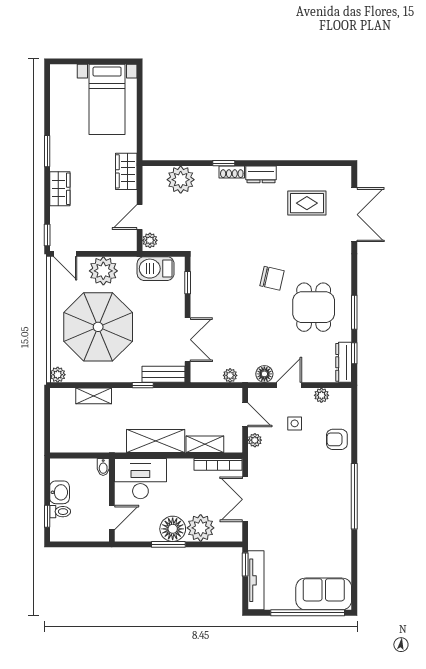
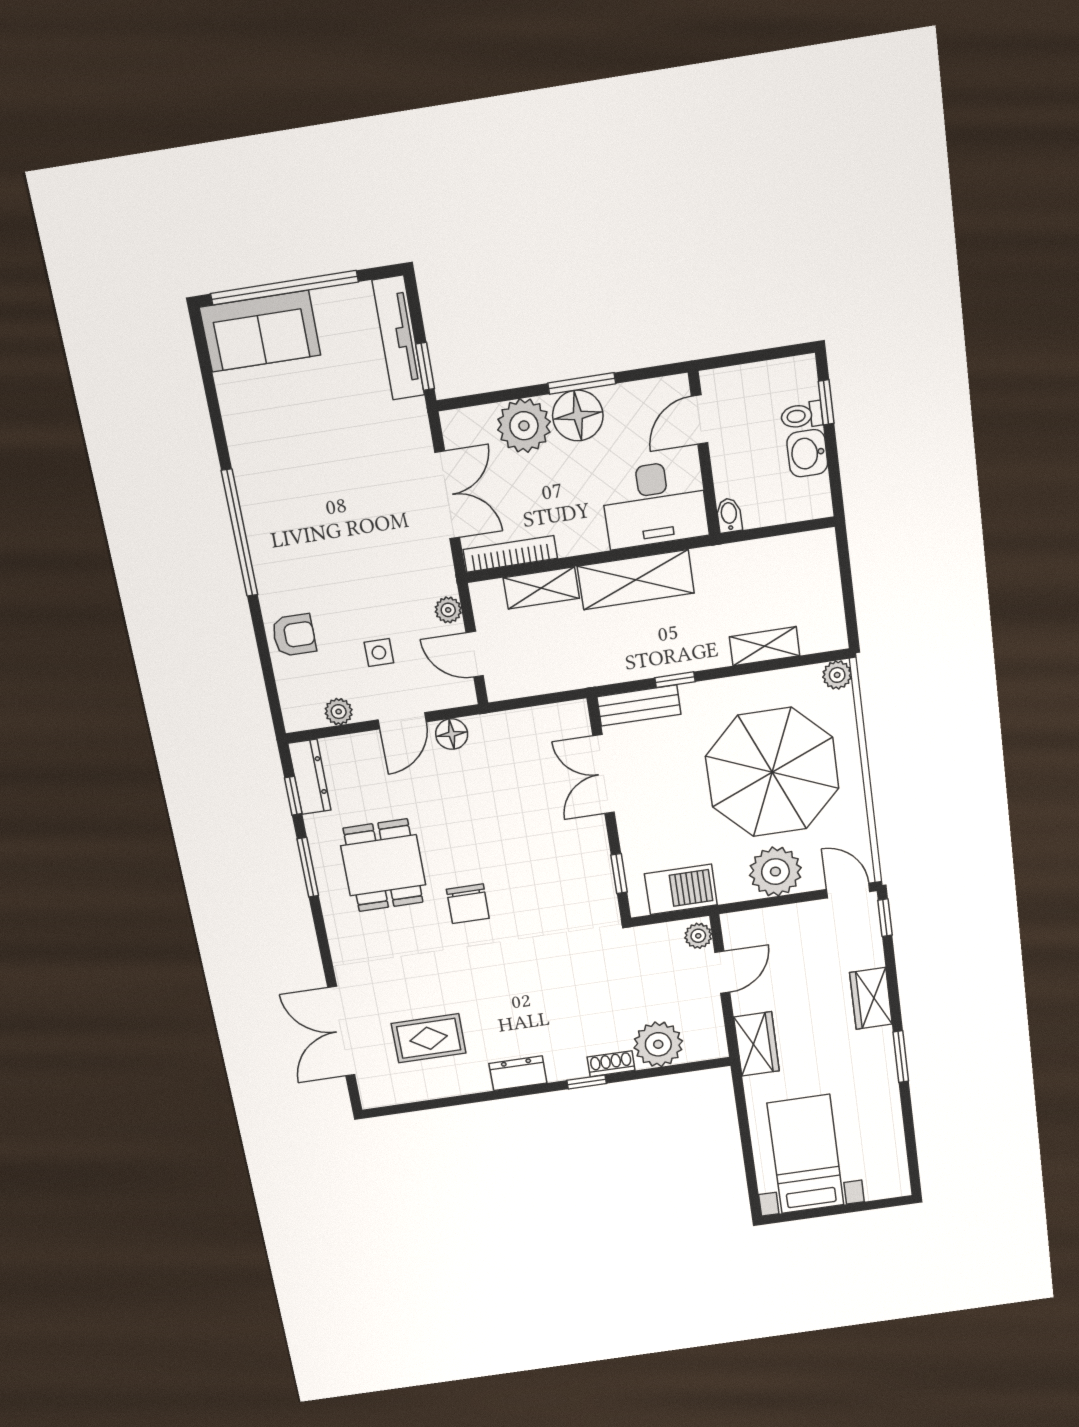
shoe rack: (232, 172) -> (611, 1064), moved
chair: (272, 278) -> (468, 904), turned -103
plant: (230, 375) -> (515, 722), removed

